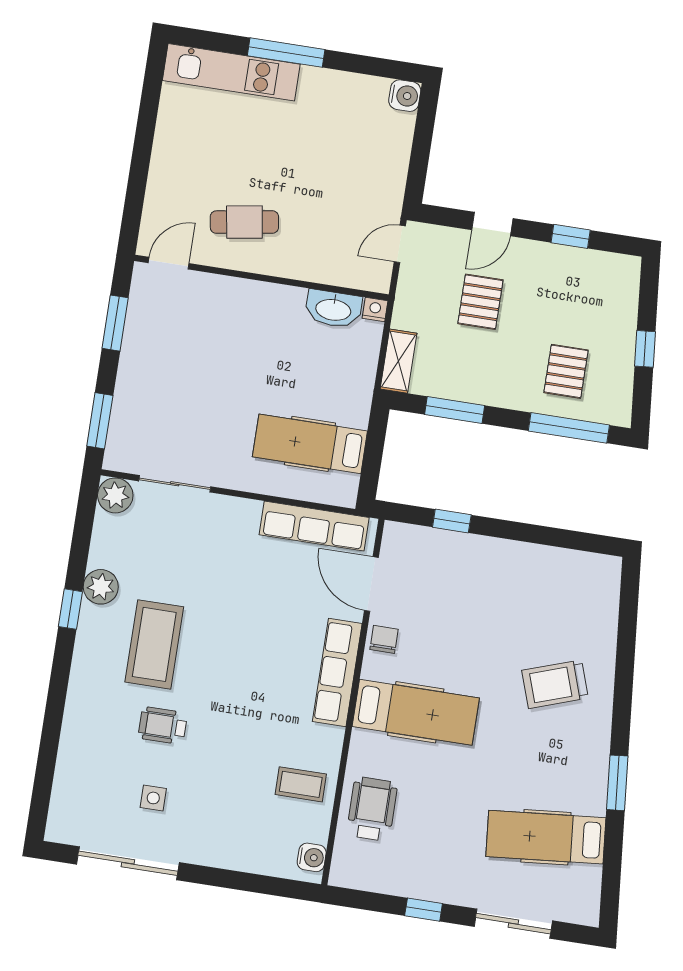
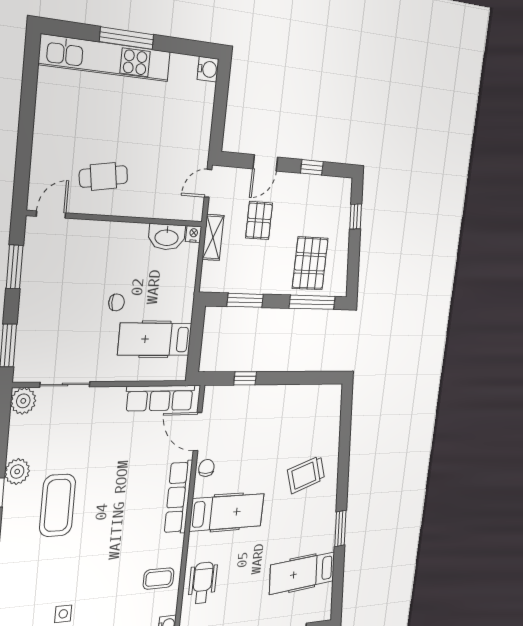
kitchen unit: (231, 72) -> (106, 58), width x1.36
window: (645, 349) -> (356, 217), moved
shelving: (399, 361) -> (213, 237), moved
pallet: (566, 371) -> (310, 263), width x1.50, depth x1.42
chair: (255, 386) -> (117, 302), added
wheelchair: (163, 726) -> (67, 562), removed

